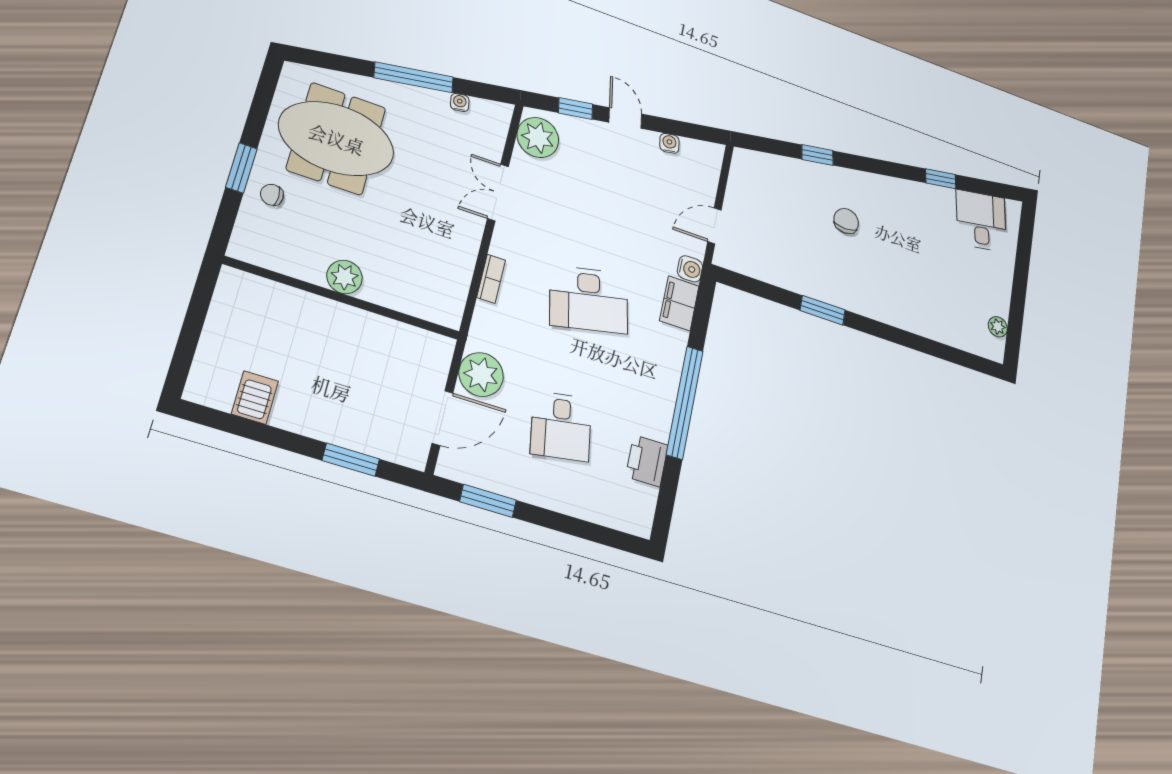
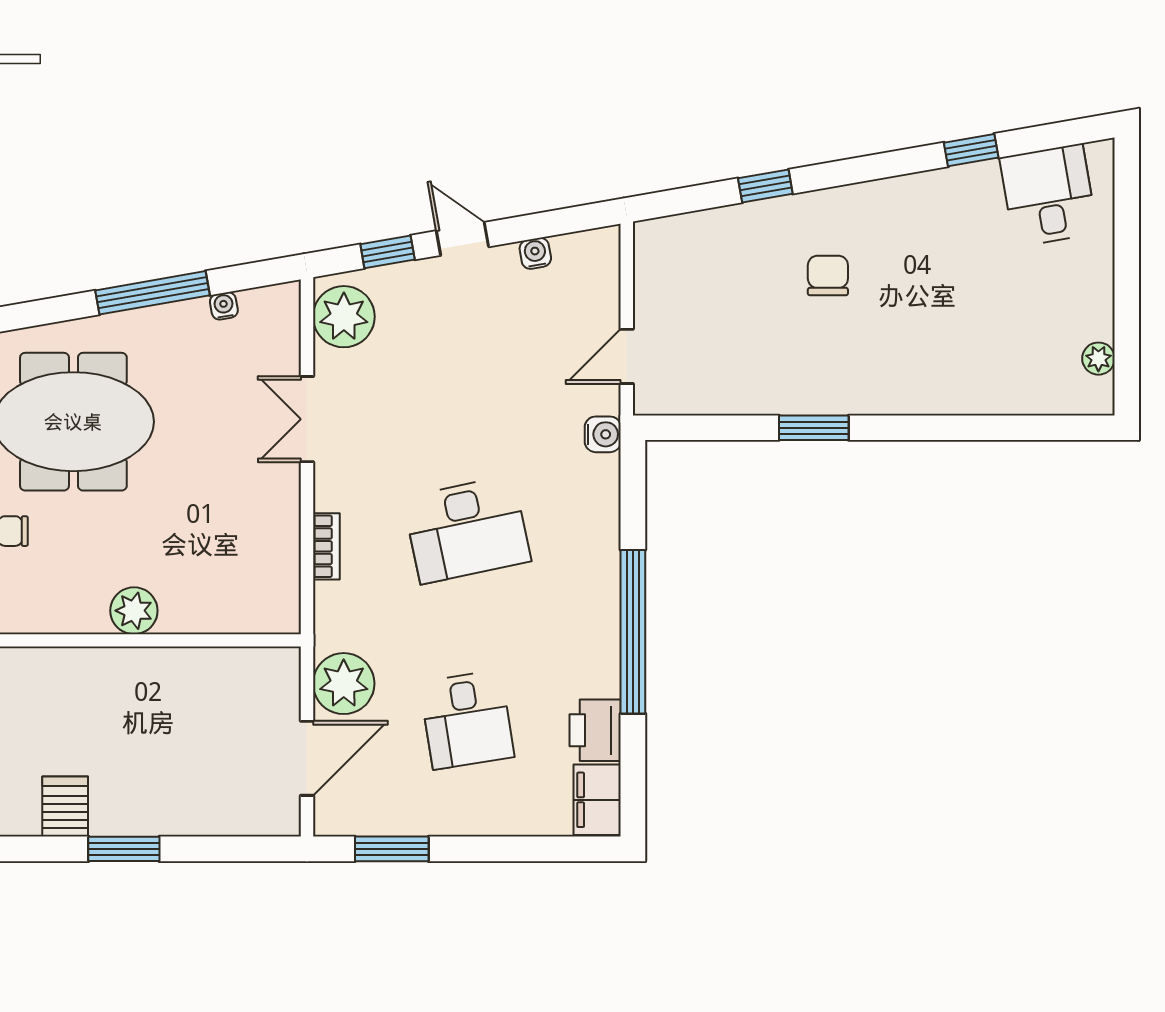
filing cabinet: (679, 303) -> (597, 800), moved
window: (351, 460) -> (124, 849), moved

